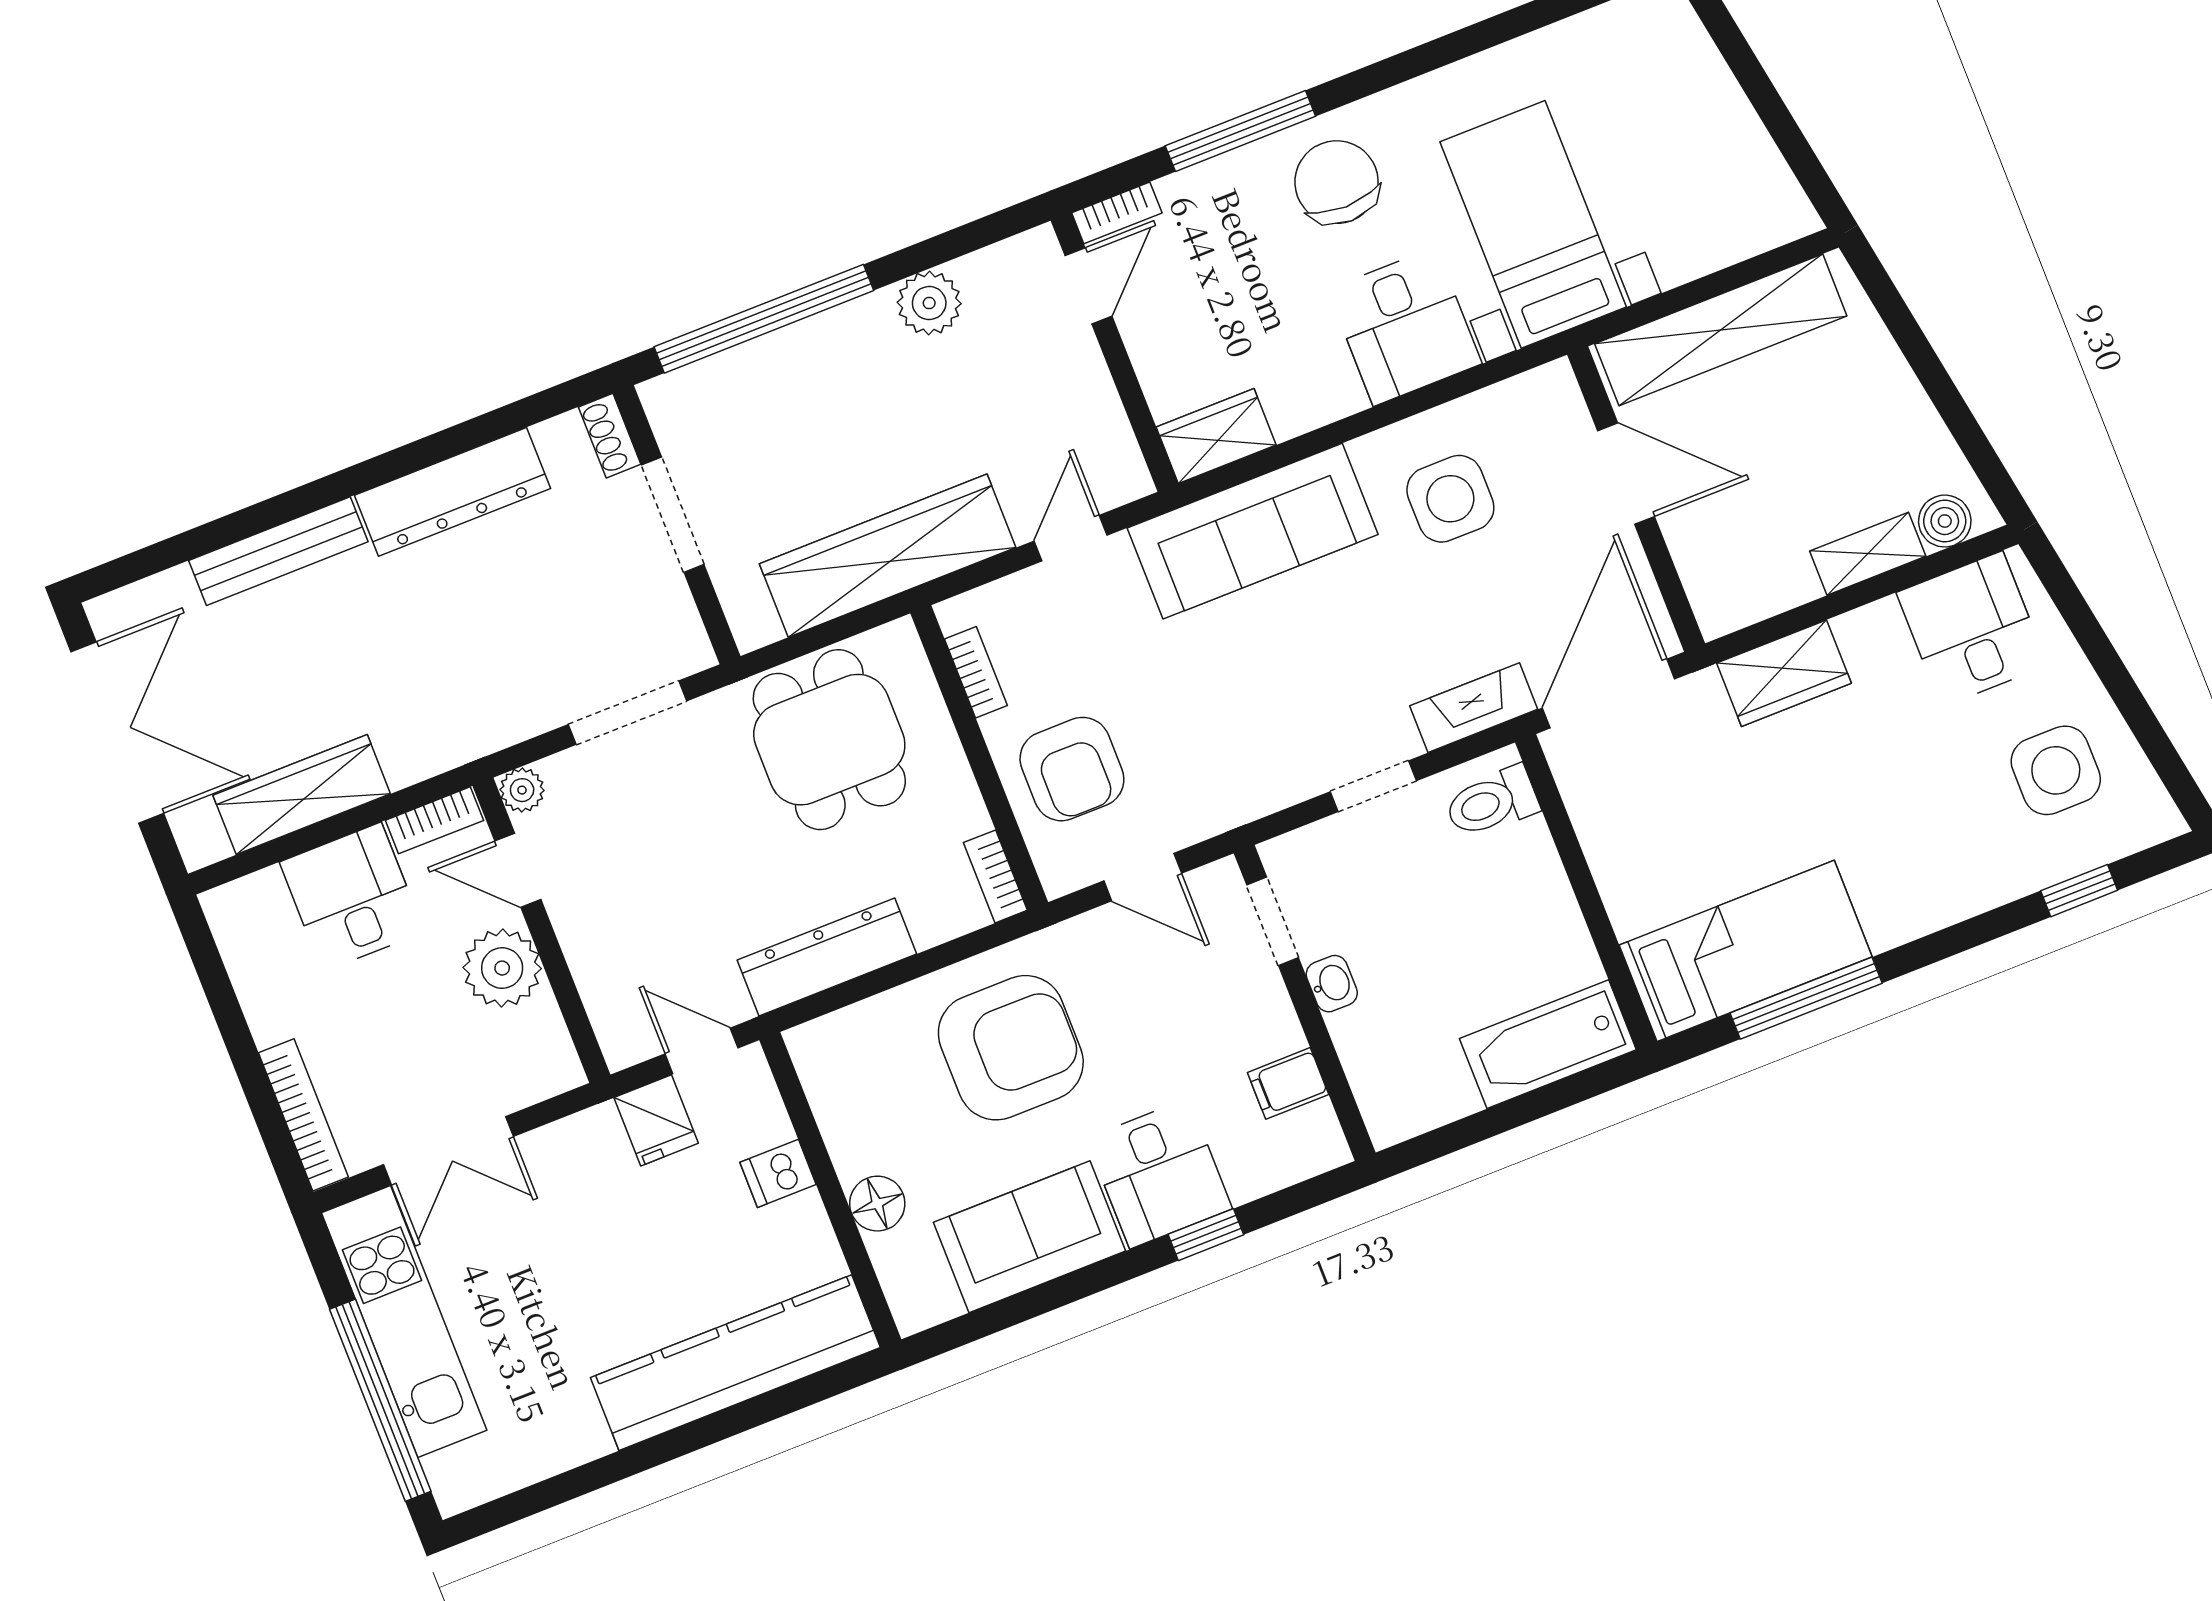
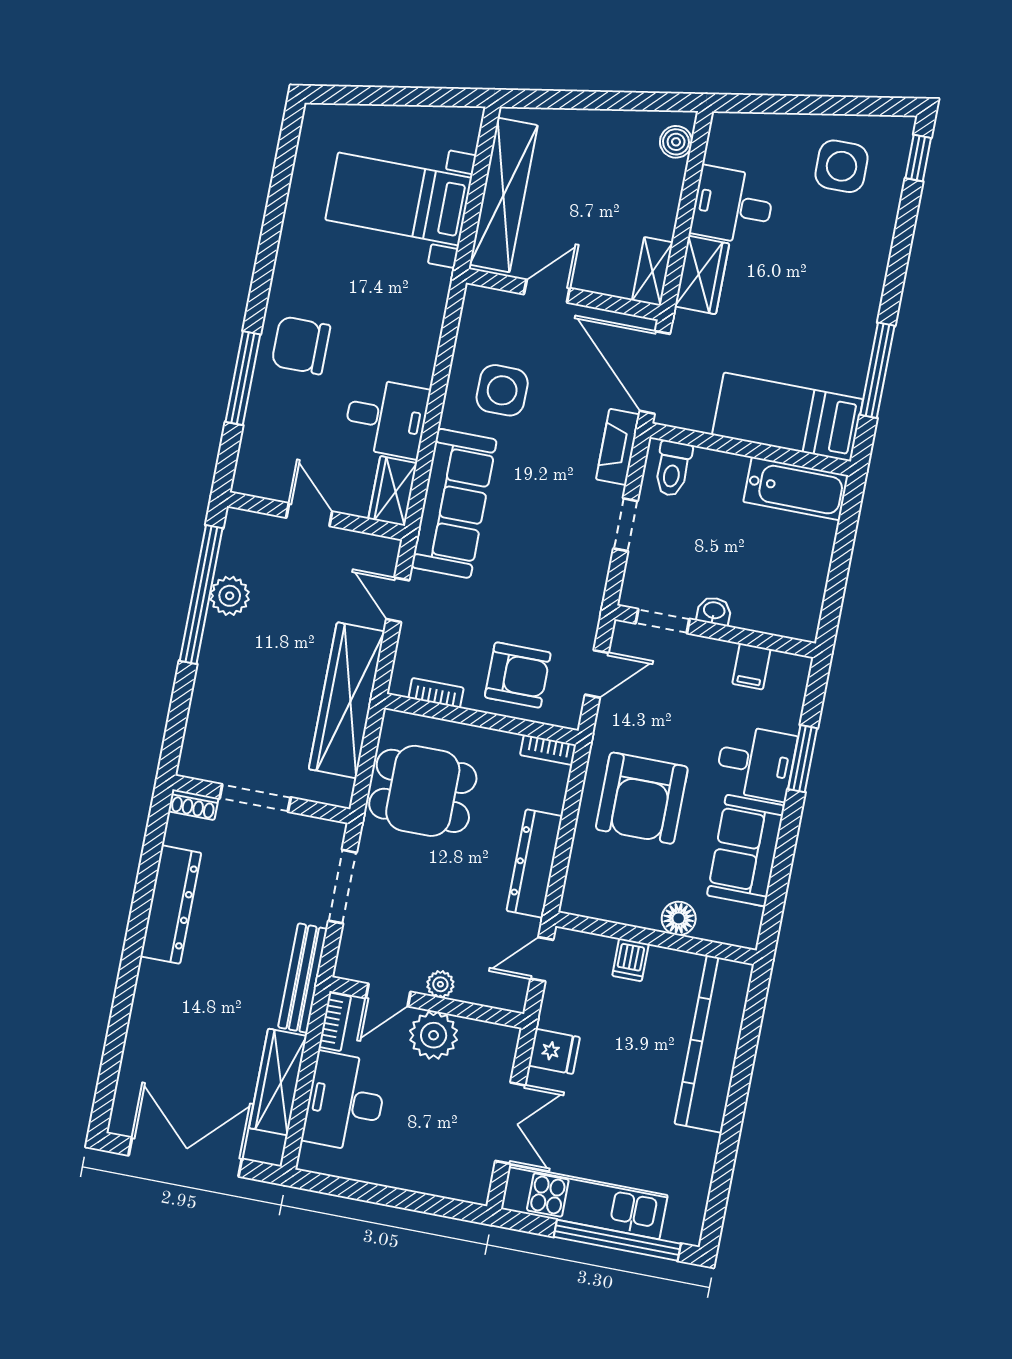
bookcase: (1117, 213) -> (245, 469), removed
bed with nightstands: (1533, 224) -> (399, 199), moved
door: (1088, 286) -> (309, 515), moved
window: (764, 319) -> (201, 594), moved
desk: (1405, 327) -> (386, 418), moved
door: (1626, 474) -> (547, 291), width x0.73
bench: (278, 551) -> (303, 978), moved
shelving: (1868, 554) -> (652, 271), moved
desk: (1972, 629) -> (733, 206), moved
plant: (522, 790) -> (440, 984), moved
window: (2079, 891) -> (918, 158), moved
desk: (352, 897) -> (345, 1102), width x1.37
bed: (1746, 951) -> (787, 417), moved, turned -90
bathtub: (1548, 1044) -> (796, 489), moved, turned -90
armchair: (1011, 1048) -> (642, 798), turned 180
bookcase: (303, 1115) -> (444, 1186), removed
fridge: (656, 1120) -> (554, 1051), moved
window: (1206, 1235) -> (803, 759), width x1.50

